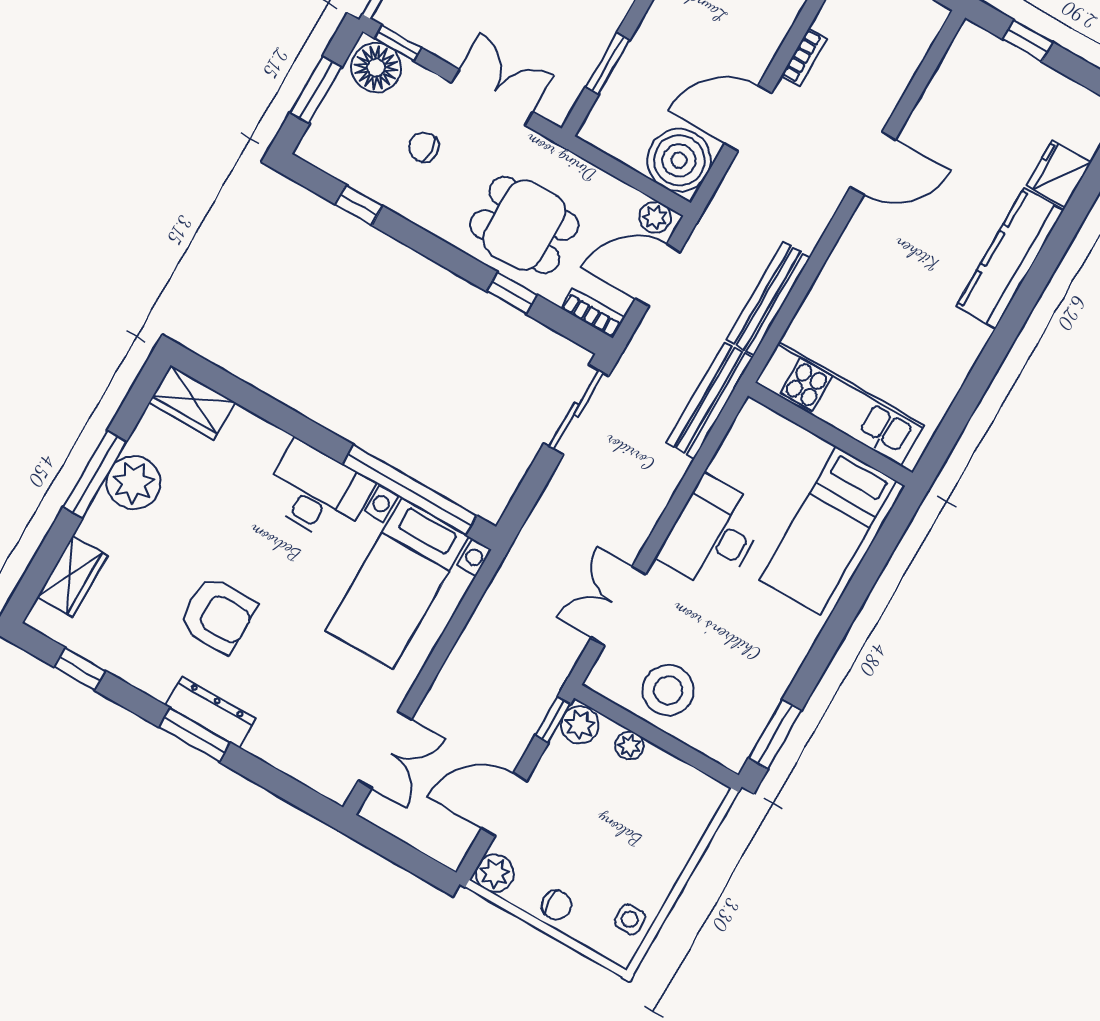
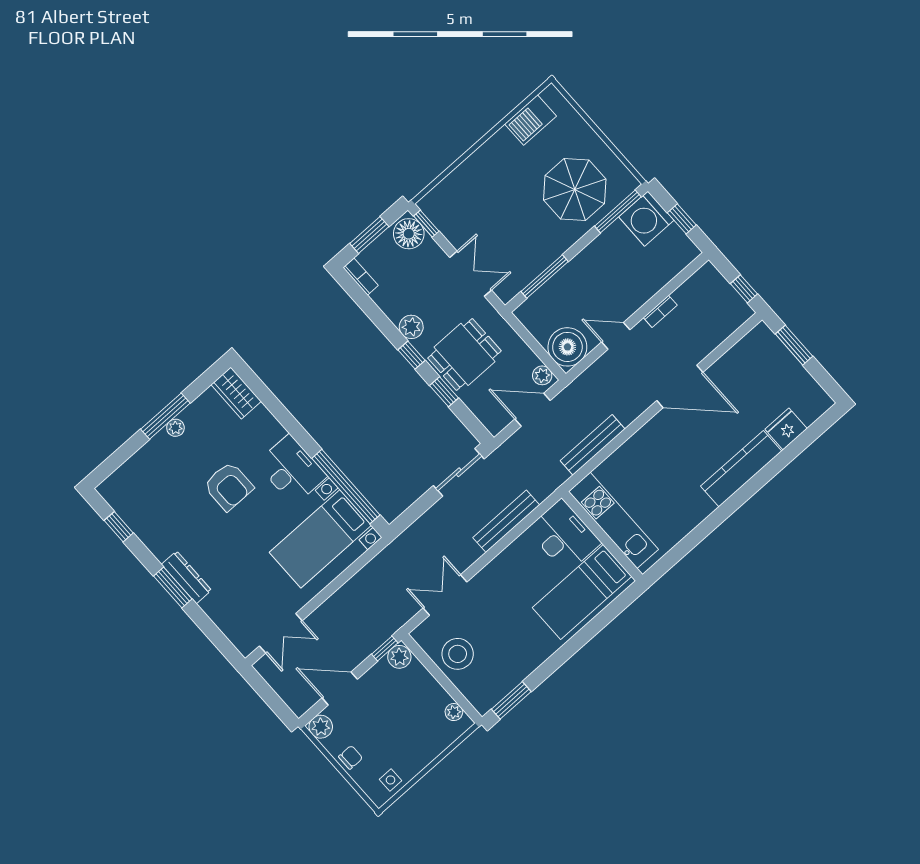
window: (1028, 41) -> (794, 345), width x1.50
window: (608, 63) -> (545, 277), width x1.44
door: (748, 118) -> (616, 336), width x0.73
chair: (424, 147) -> (421, 289), removed
door: (873, 163) -> (680, 386), width x1.36
window: (359, 205) -> (411, 355), moved
plant: (428, 210) -> (411, 327), added
dining table: (524, 225) -> (464, 354), turned 90
bookcase: (593, 313) -> (361, 277), moved
bench: (709, 400) -> (506, 521), moved
plant: (133, 483) -> (175, 428), width x0.53, depth x0.53
desk: (713, 534) -> (564, 536), moved, turned 90
wardrobe: (73, 576) -> (132, 471), removed
armchair: (218, 615) -> (229, 486), moved
plant: (629, 746) -> (454, 712), moved
chair: (557, 905) -> (351, 757), turned -90

